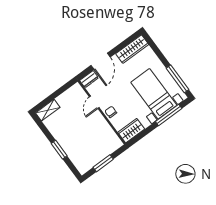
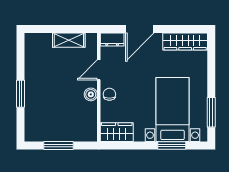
window: (177, 79) -> (211, 112), width x0.69
shelving: (48, 110) -> (69, 40), moved
window: (169, 115) -> (172, 145), width x0.69
boiler: (100, 120) -> (91, 94), added

